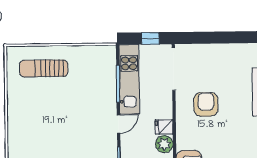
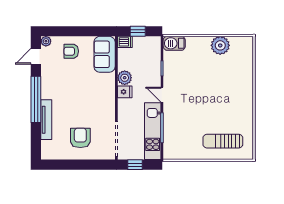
sun lounger: (44, 68) -> (223, 141), turned 180
armchair: (206, 104) -> (80, 138), moved, turned 180
door: (118, 124) -> (162, 95), hinge flipped

